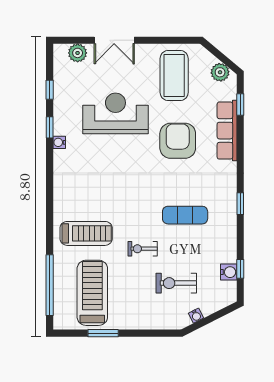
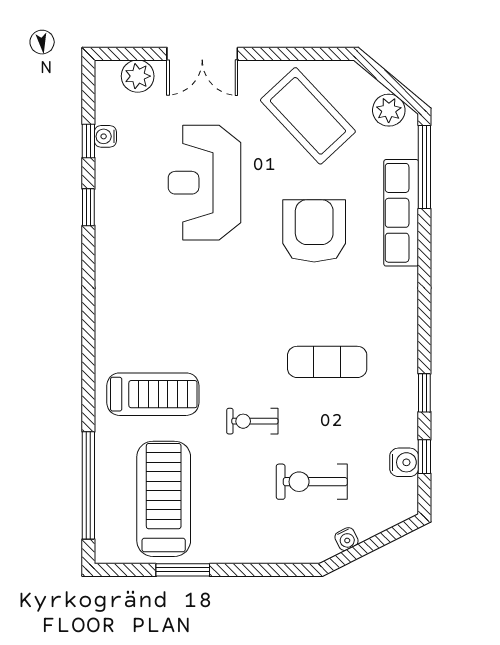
coffee table: (174, 75) -> (308, 116), turned -43
window: (240, 105) -> (424, 167), width x2.17
reception desk: (115, 113) -> (205, 183), turned -90
water cooler: (59, 142) -> (105, 136), moved
window: (240, 204) -> (424, 393), moved

